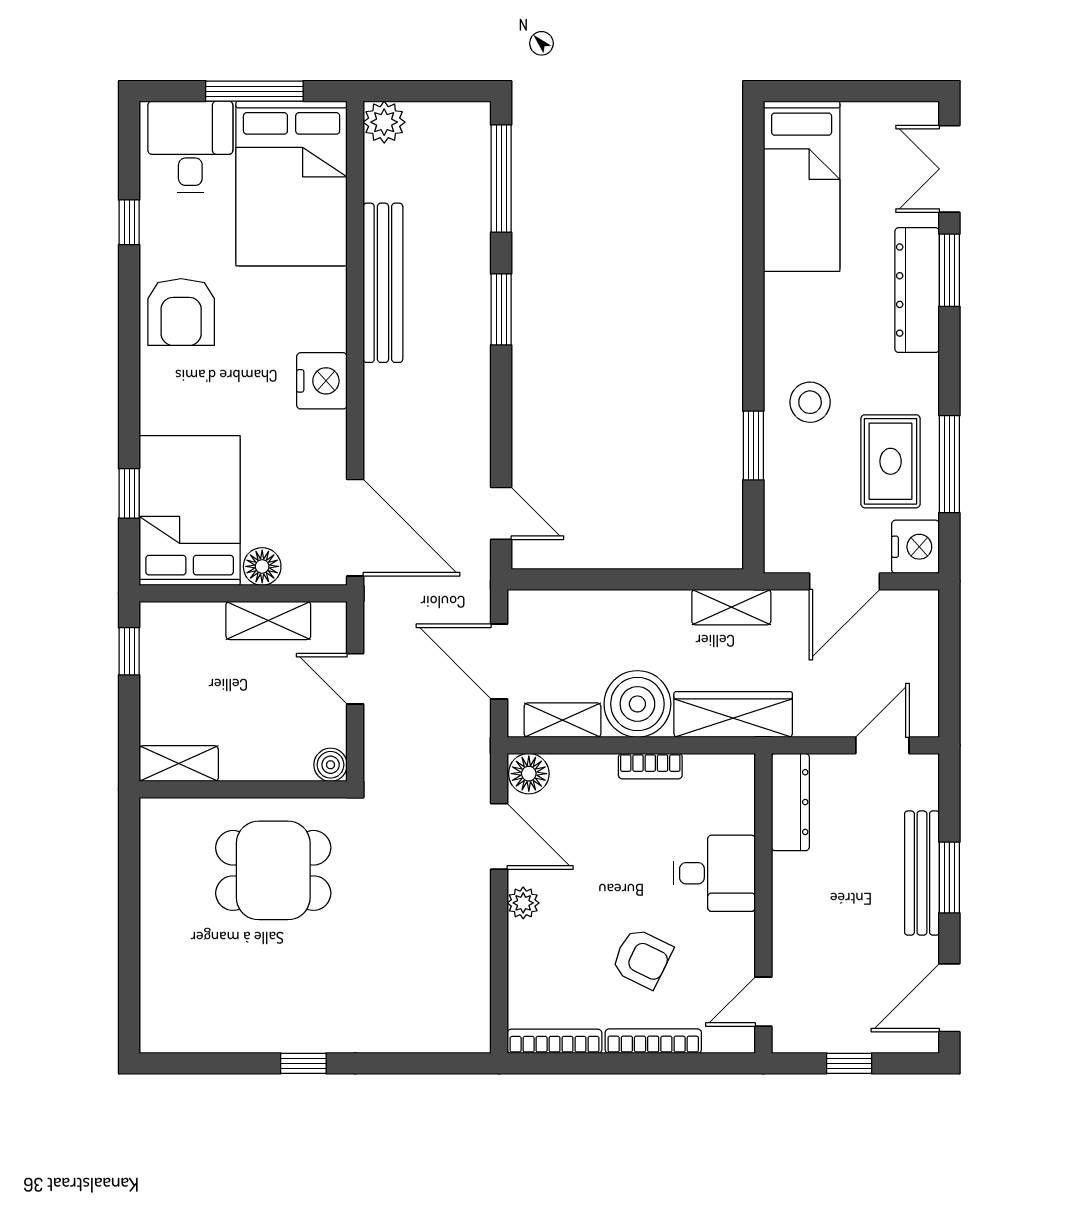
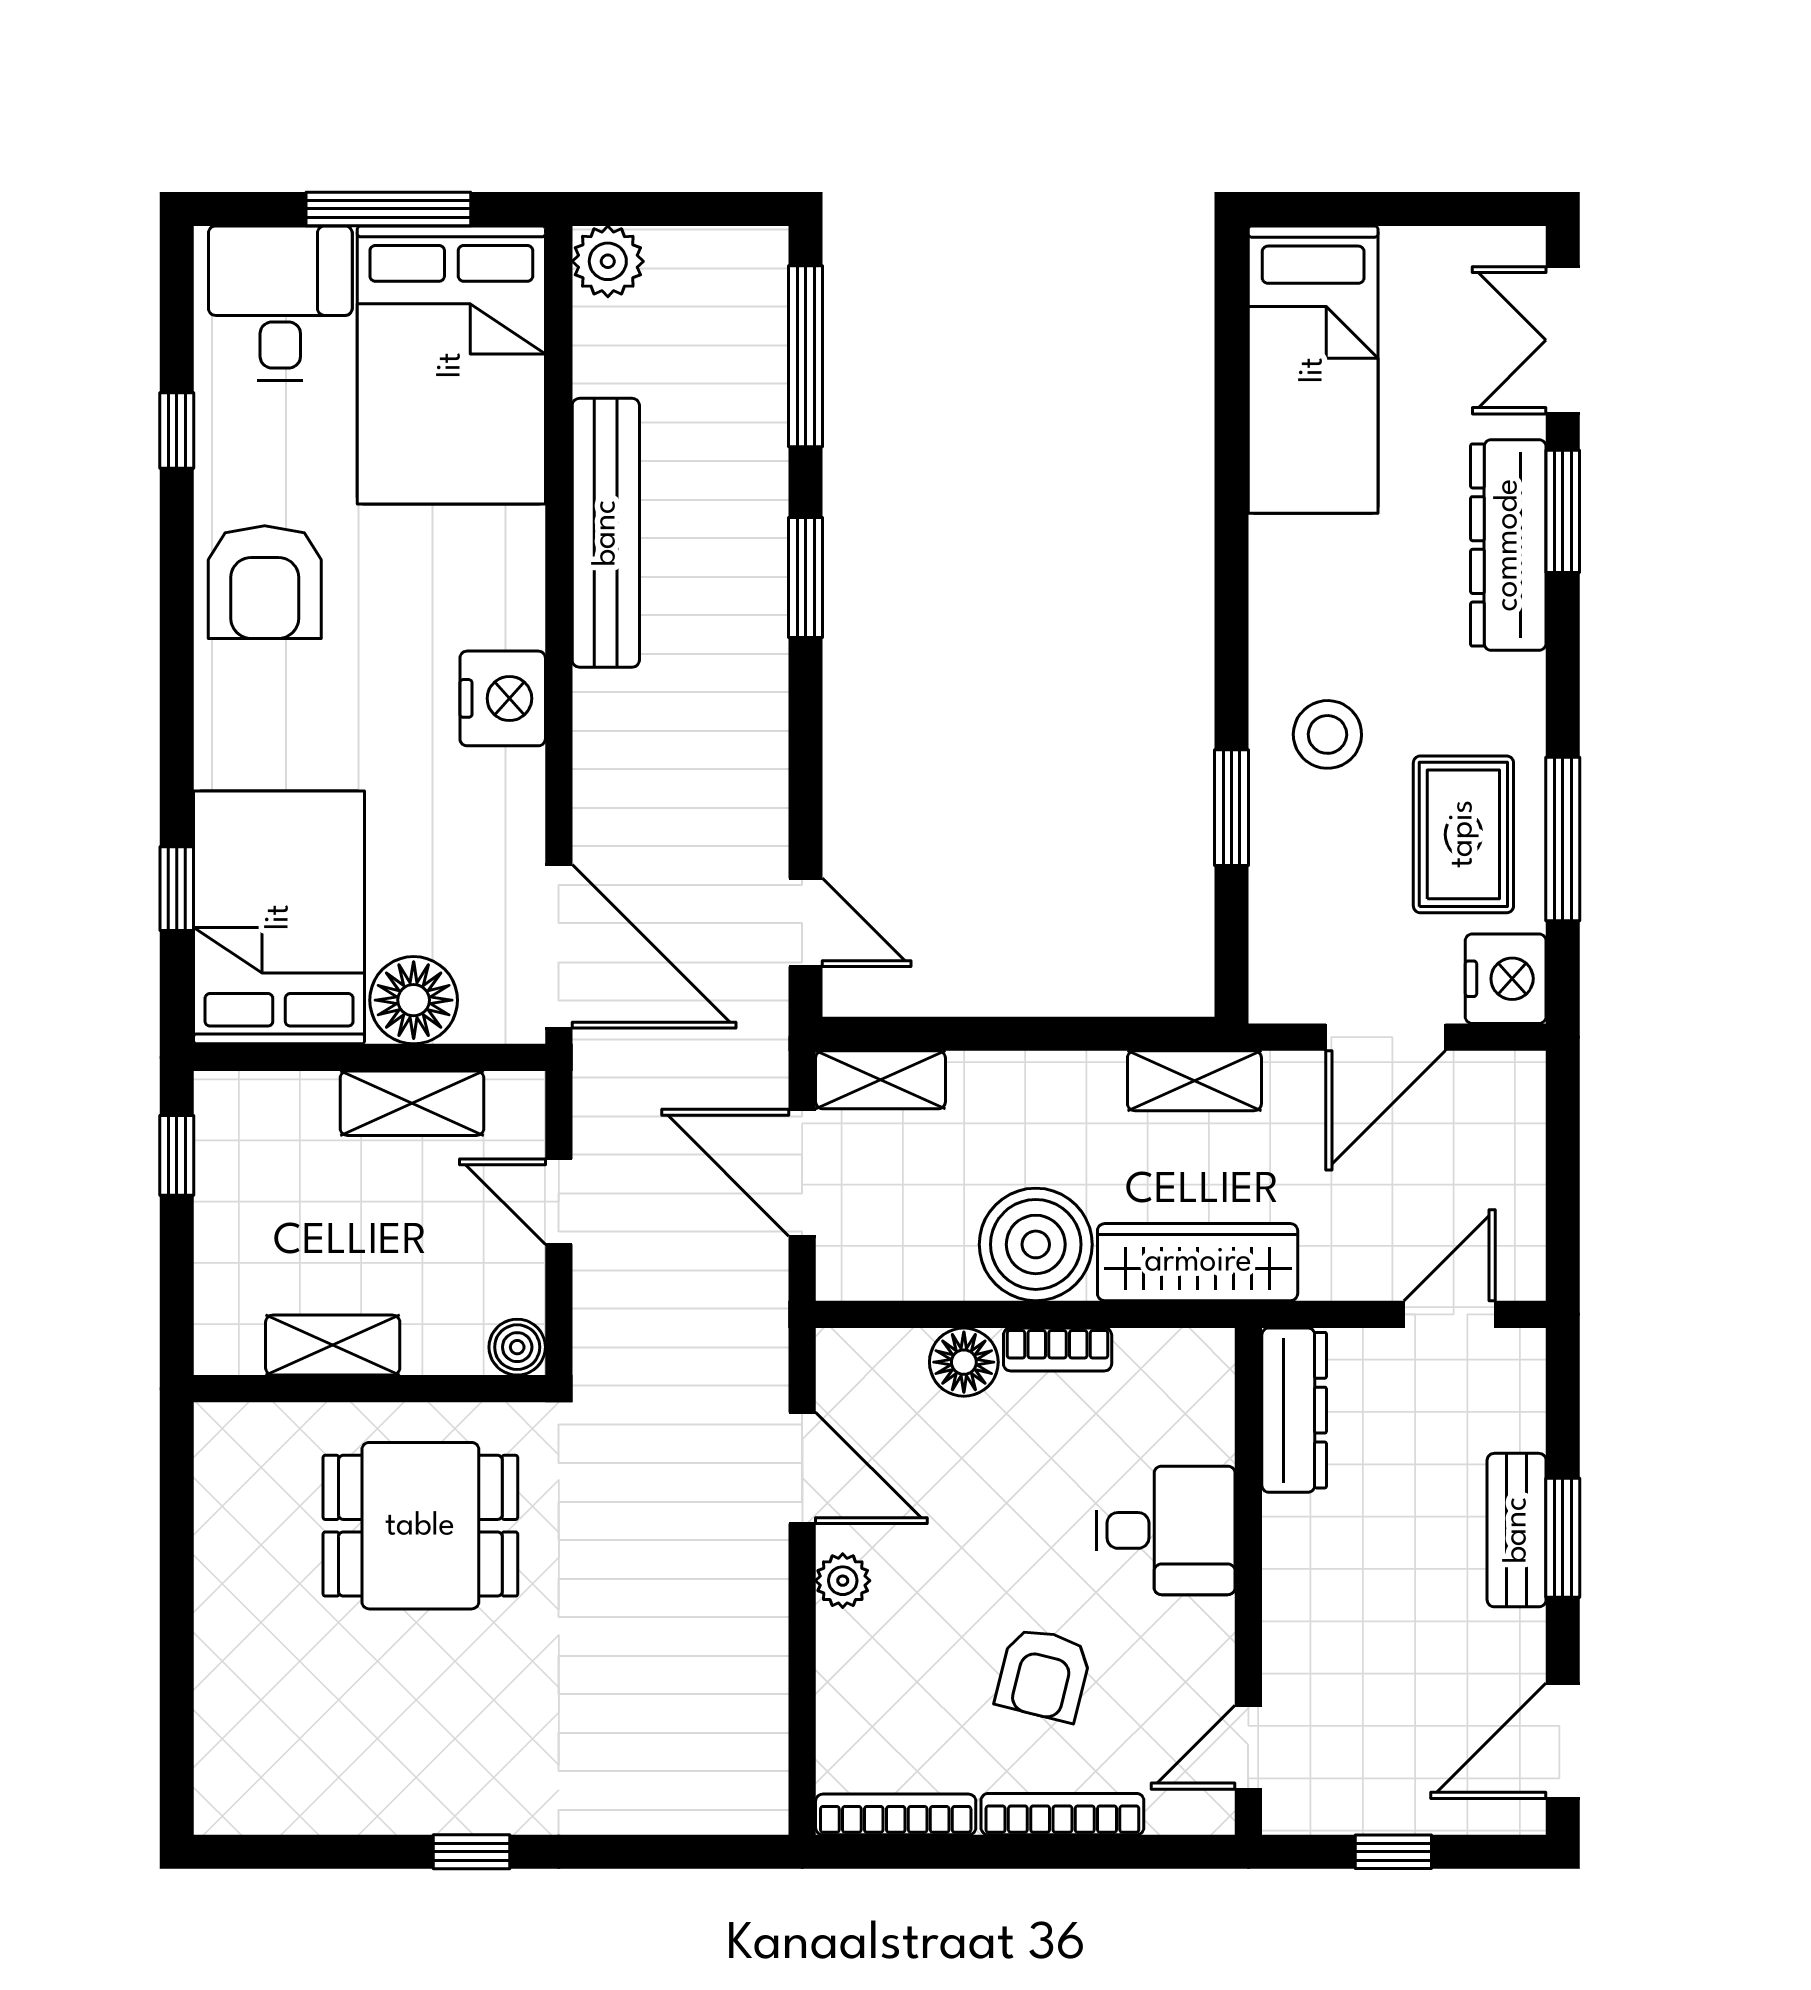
floor lamp: (262, 566) -> (414, 1000), width x1.38, depth x1.38
shelving: (562, 720) -> (880, 1080), moved
shelving: (179, 764) -> (333, 1345), moved
floor lamp: (529, 774) -> (964, 1362), moved
bench: (922, 873) -> (1517, 1530), width x0.73
armchair: (642, 958) -> (1043, 1674), turned 78

